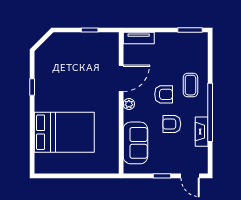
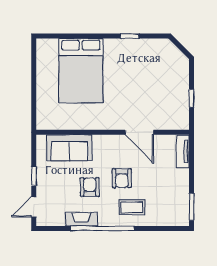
plant: (129, 104) -> (111, 141), removed

